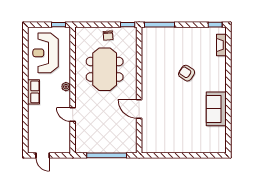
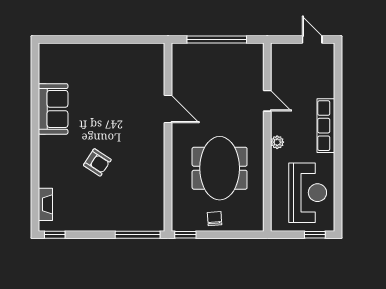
window: (58, 25) -> (315, 235), moved
row of seats: (33, 92) -> (326, 126), width x1.48

